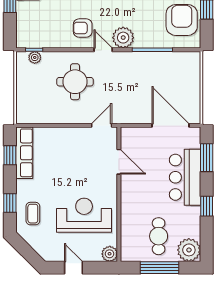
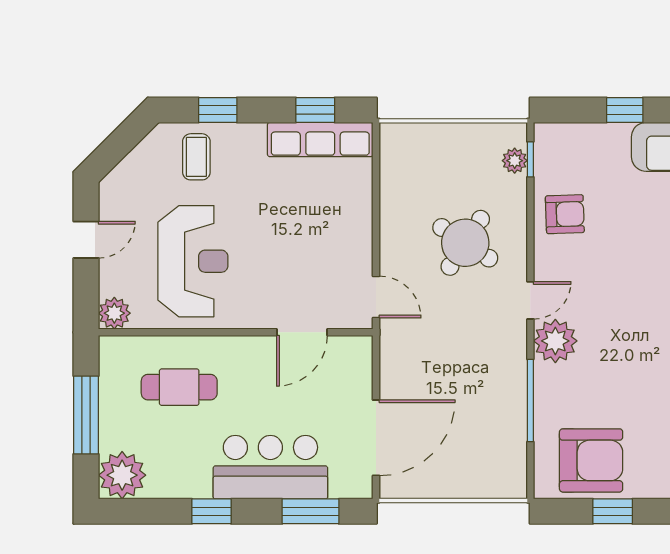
armchair: (83, 28) -> (565, 214), moved, turned 88
round table: (75, 82) -> (465, 243), turned 33
coffee table: (33, 214) -> (196, 157), turned 90
cafe table: (159, 236) -> (179, 387), moved

